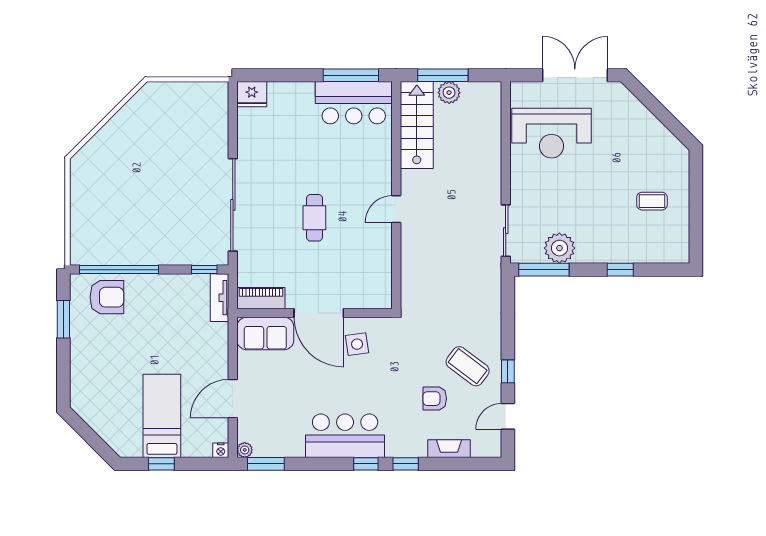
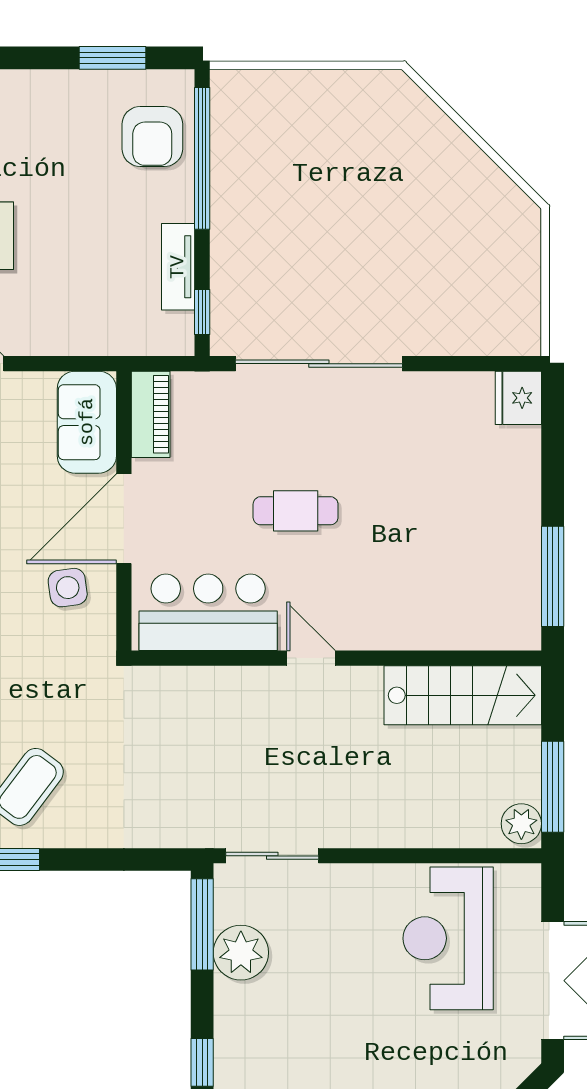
window: (443, 75) -> (553, 787), moved
plant: (449, 93) -> (521, 824), moved
bar counter: (354, 103) -> (208, 612), moved, turned 90
tv unit: (220, 298) -> (178, 267), moved, turned -90

